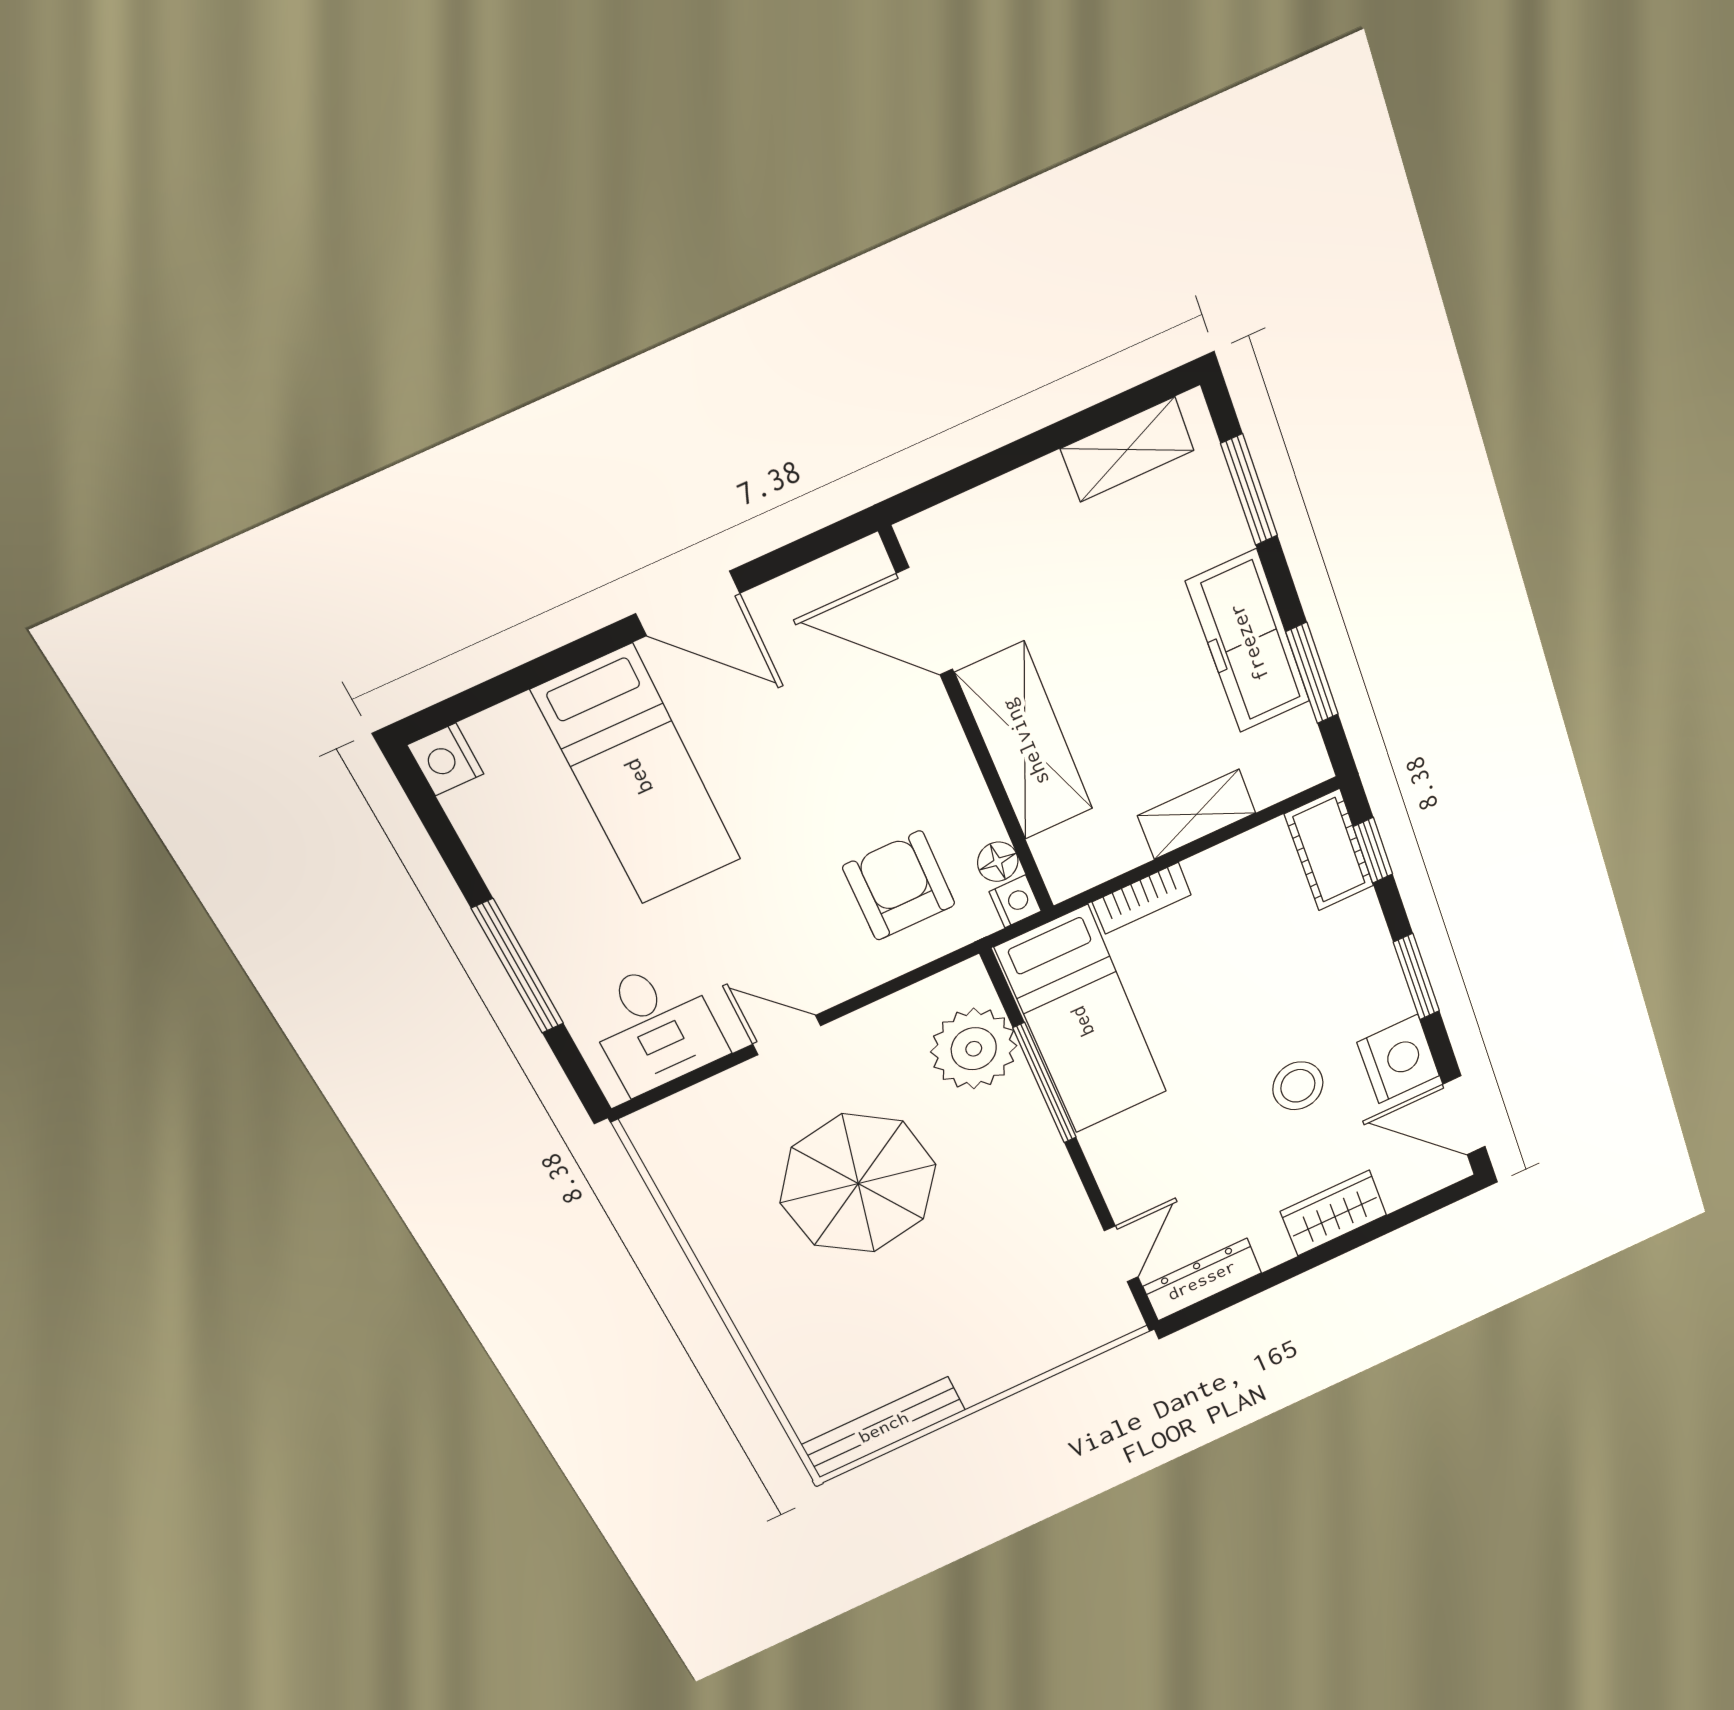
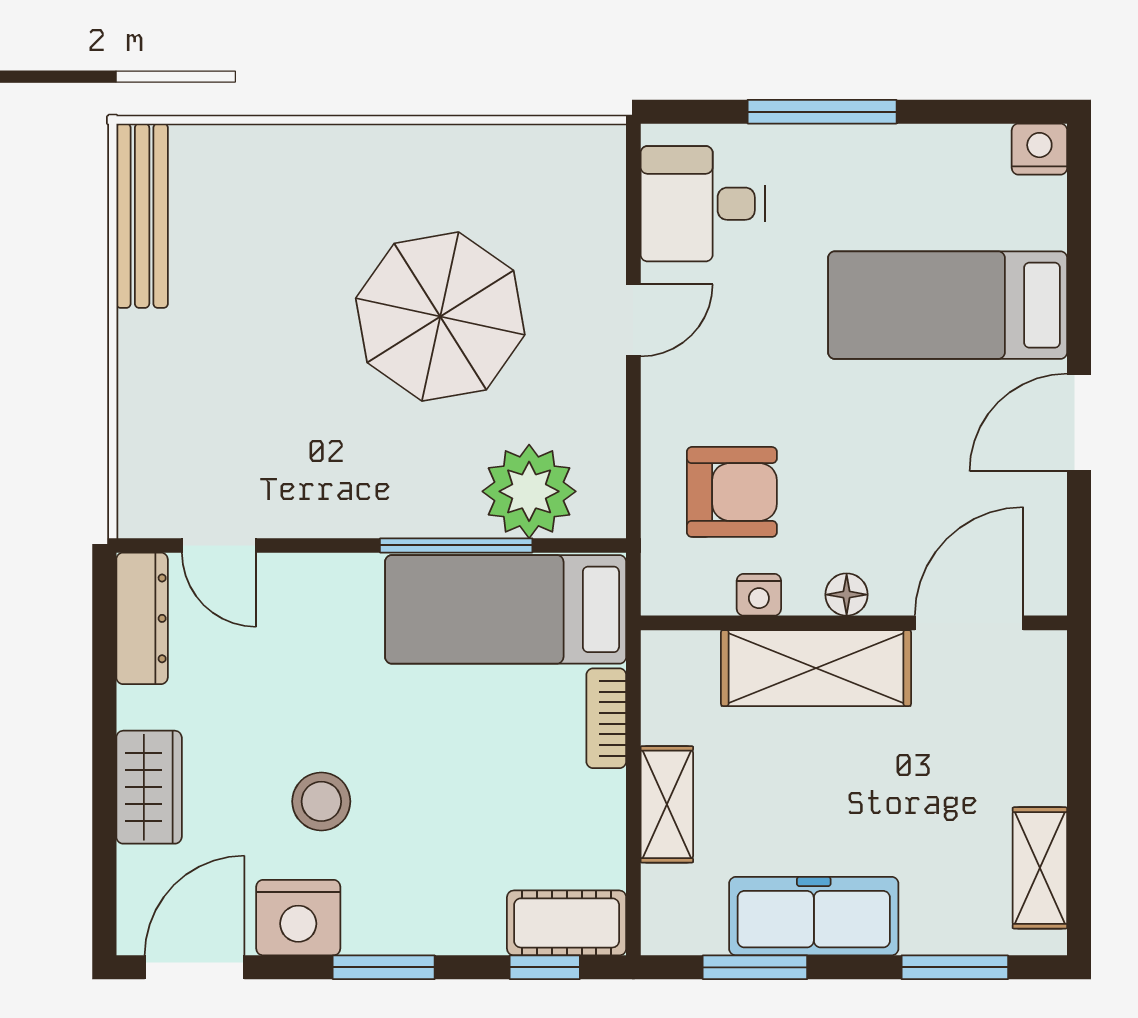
floor lamp: (998, 862) -> (847, 595), moved
nightstand: (1015, 901) -> (759, 595), moved

